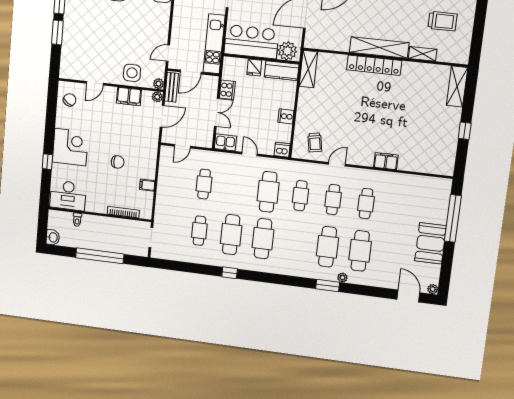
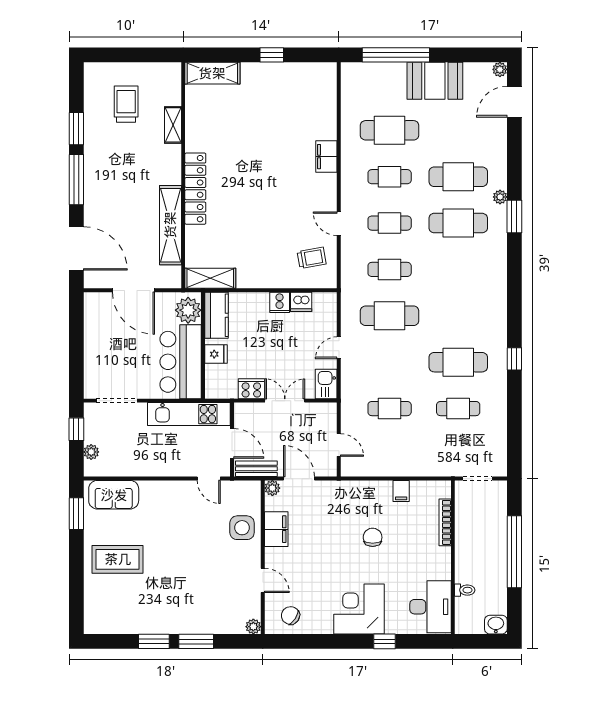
shelving: (379, 48) -> (170, 225), moved
plant: (159, 84) -> (253, 627), moved
dishwasher: (282, 150) -> (301, 302), moved, turned -90
cafe table: (263, 239) -> (390, 130), moved

